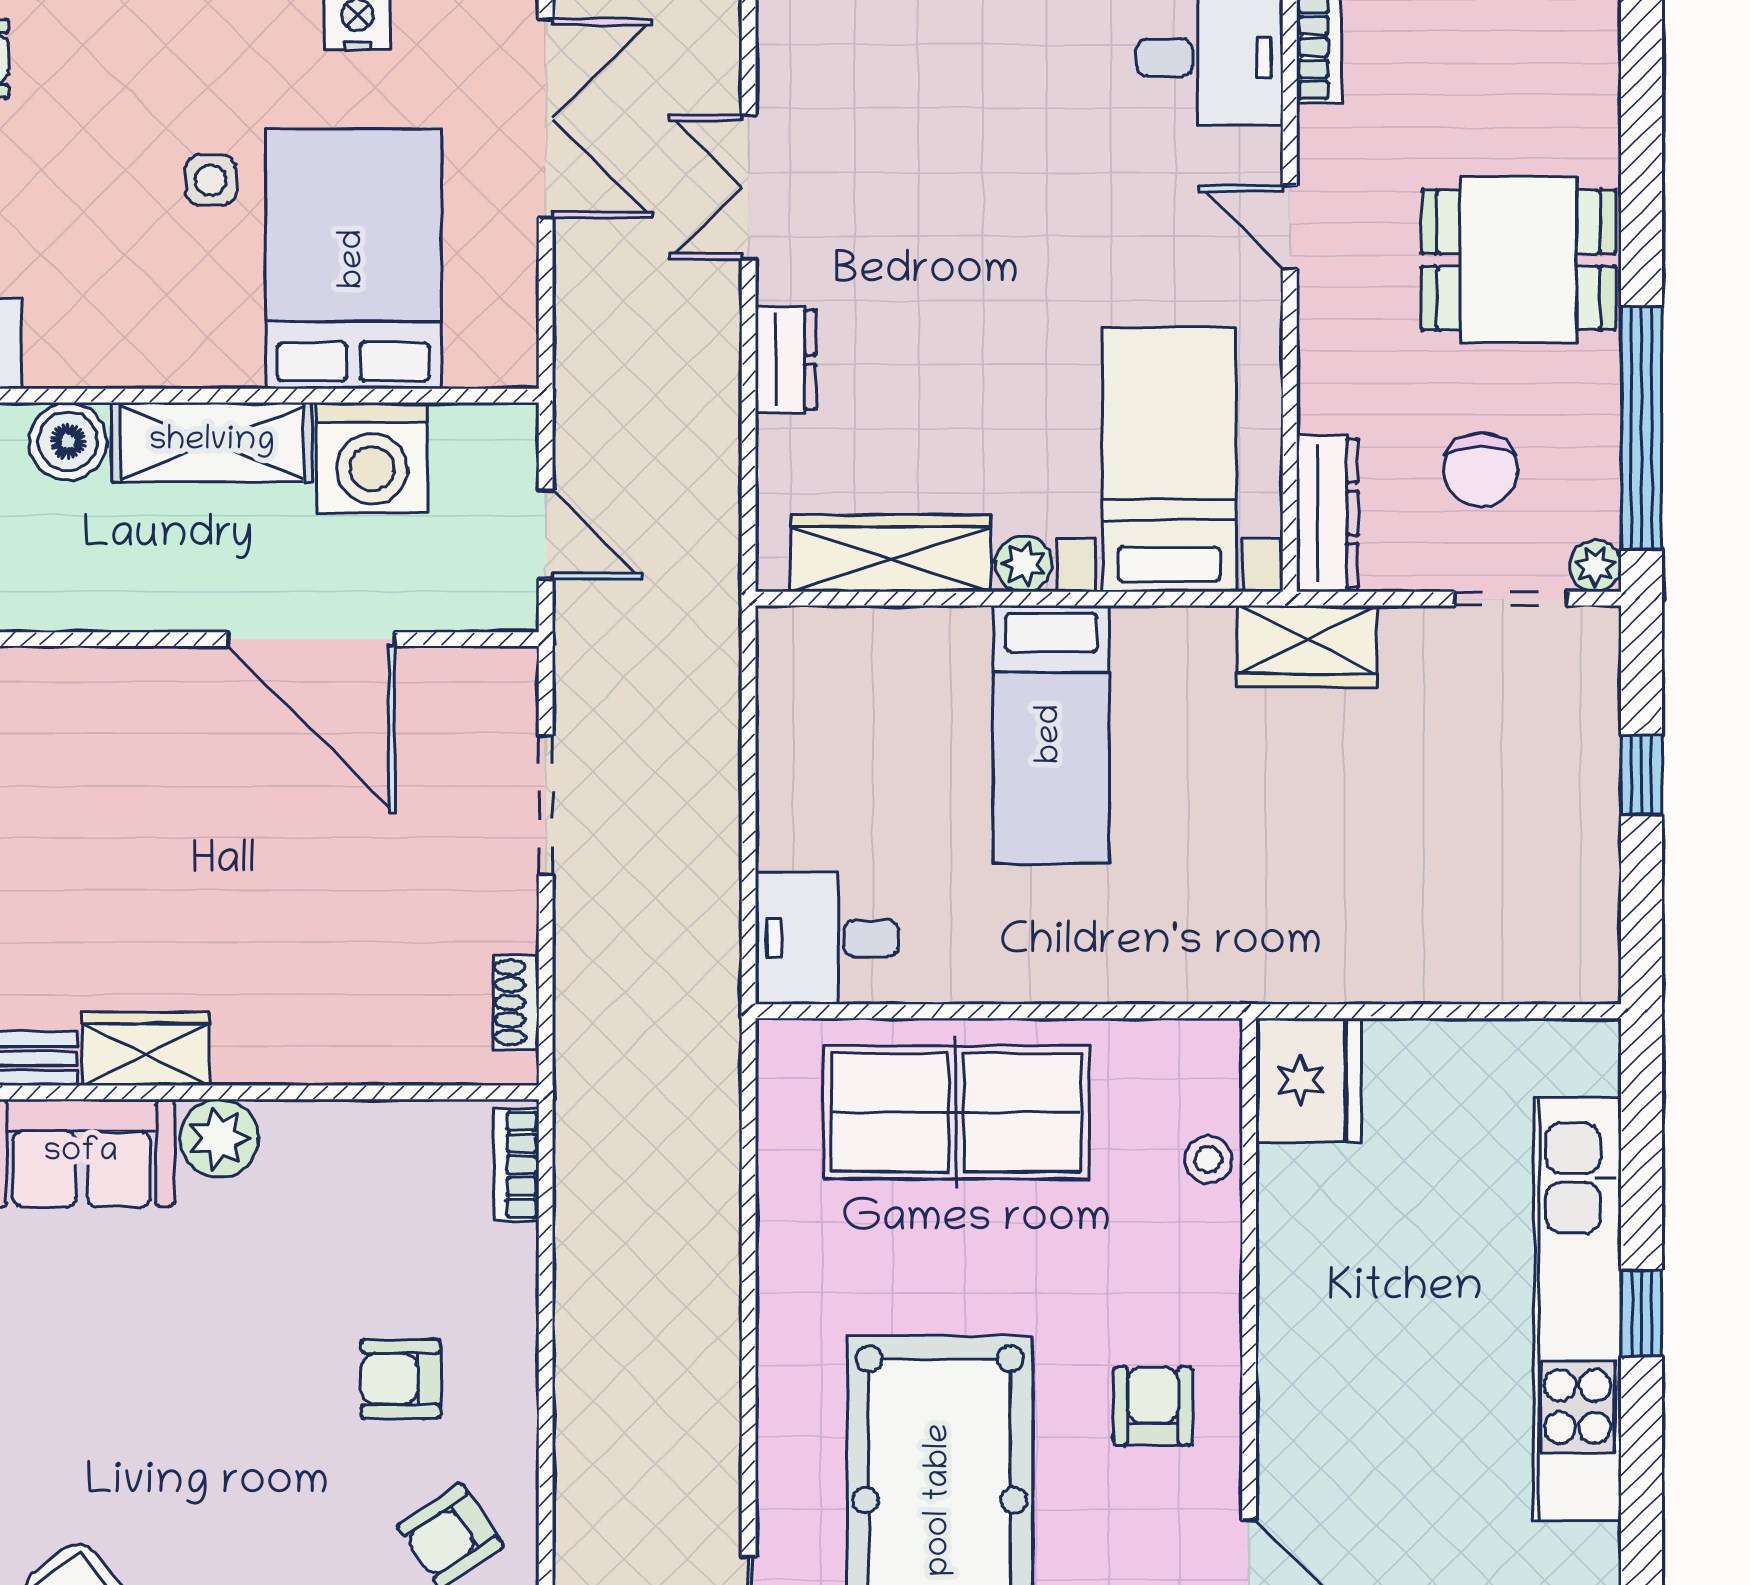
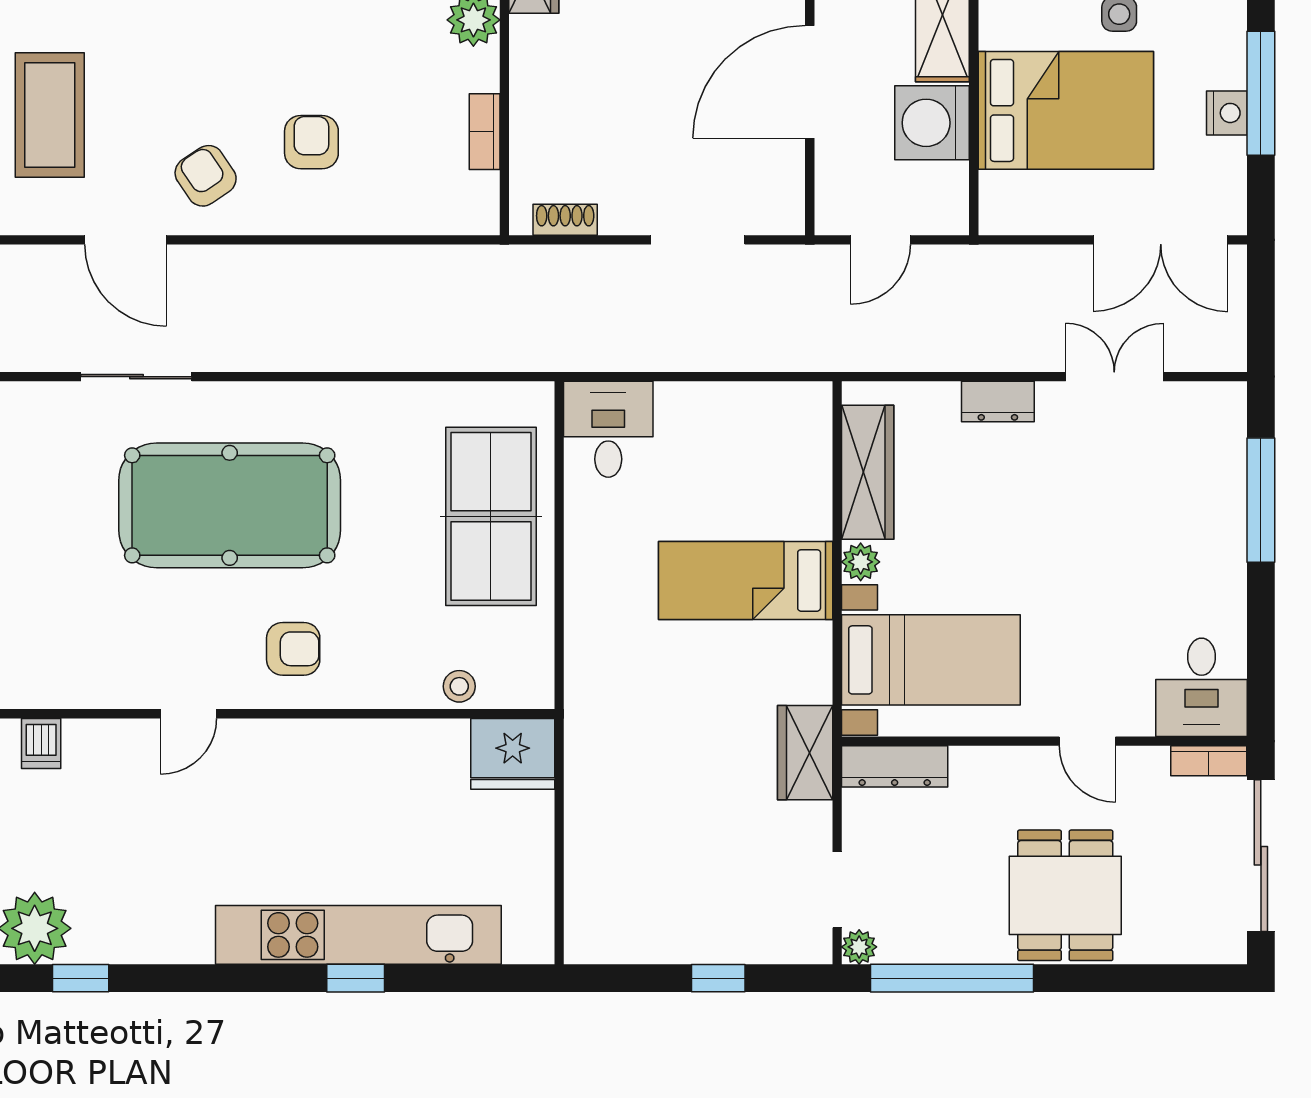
door: (1290, 227) -> (1087, 741), swing flipped
chair: (1481, 470) -> (924, 870), removed
bookcase: (516, 1165) -> (485, 132), moved, turned -90

